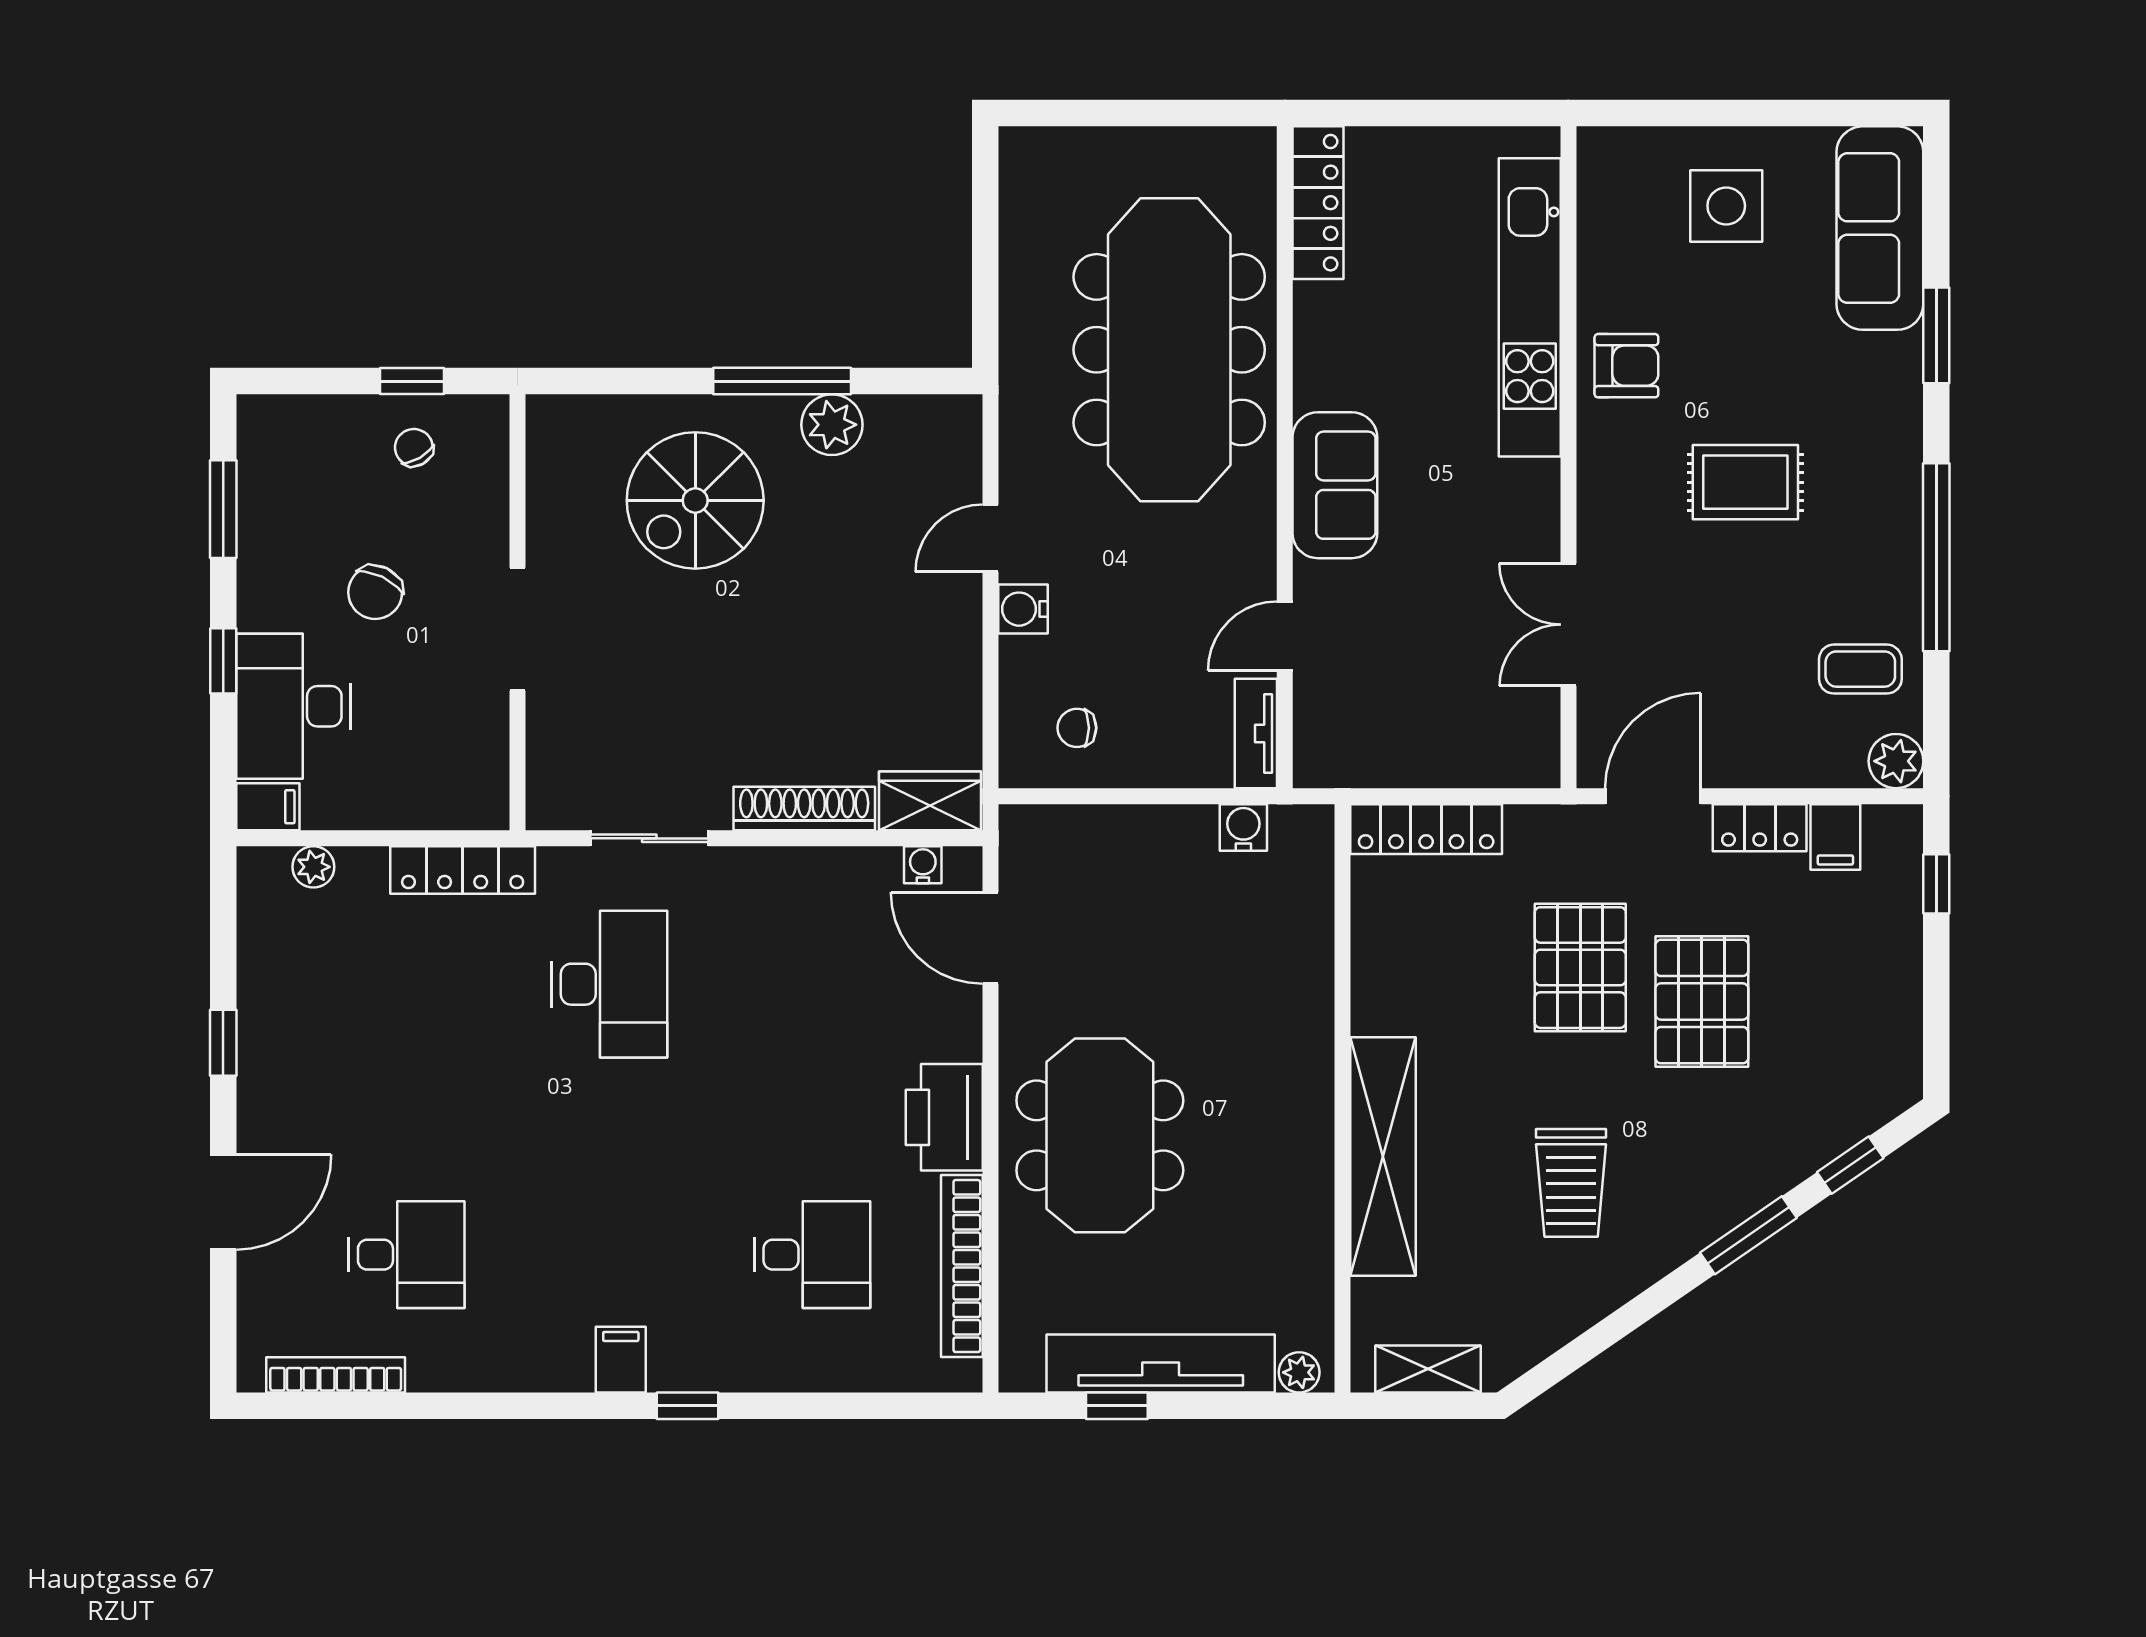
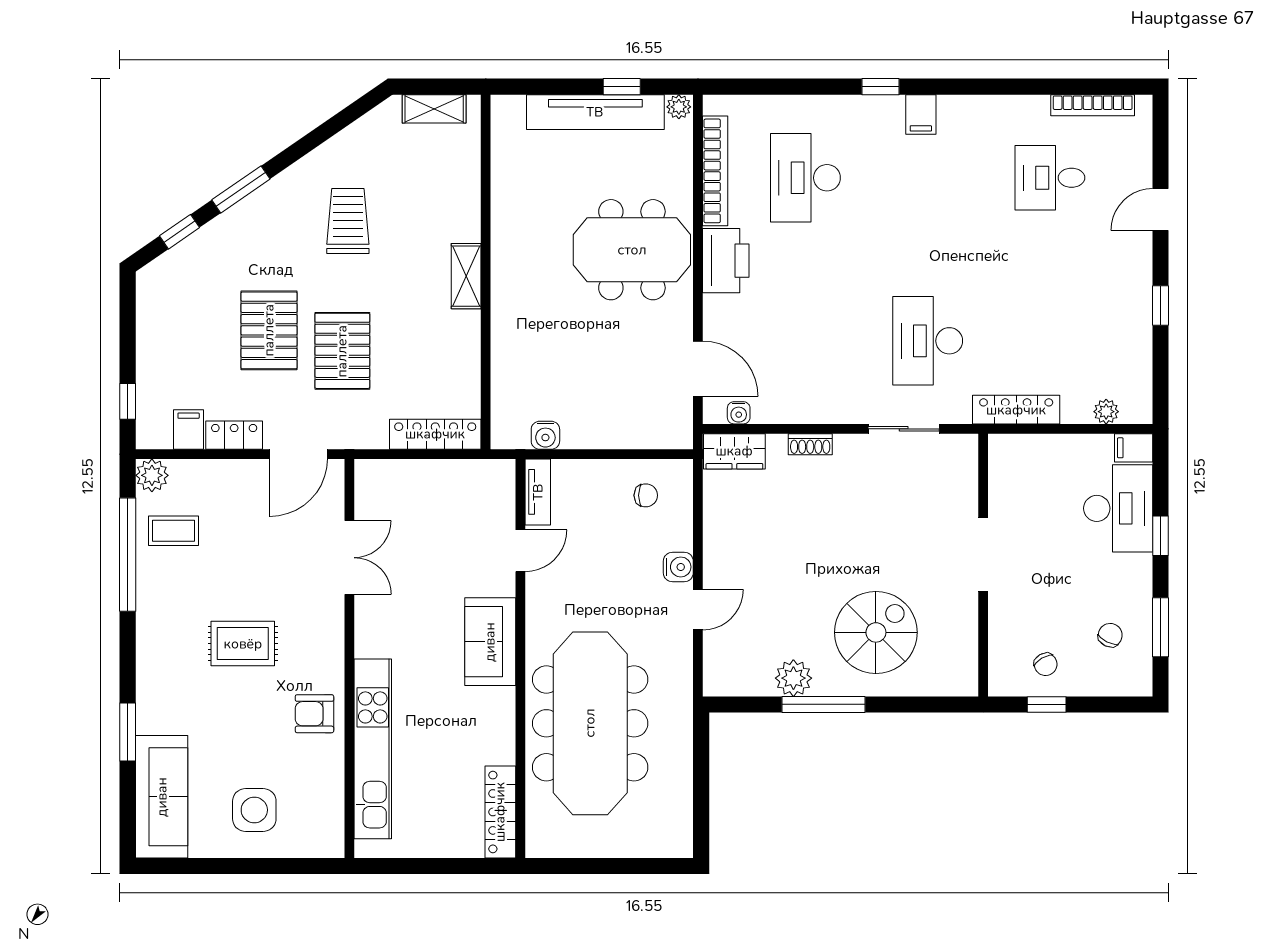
window: (1936, 557) -> (128, 555), moved
chair: (375, 592) -> (1110, 635), moved, width x0.73, depth x0.73
shoe rack: (804, 809) -> (810, 444), width x0.51, depth x0.81
meeting table: (1100, 1135) -> (632, 250), turned 90
shelving: (1383, 1157) -> (466, 276), width x0.45, depth x0.75
door: (223, 1202) -> (1161, 210), width x0.73
desk: (812, 1255) -> (805, 178), width x1.37
plant: (1299, 1372) -> (679, 107), moved

